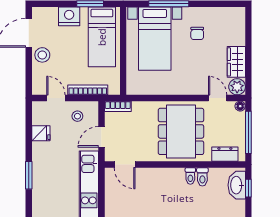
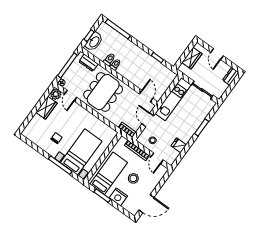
stool: (42, 55) -> (133, 178), moved
door: (101, 137) -> (148, 120), swing flipped

